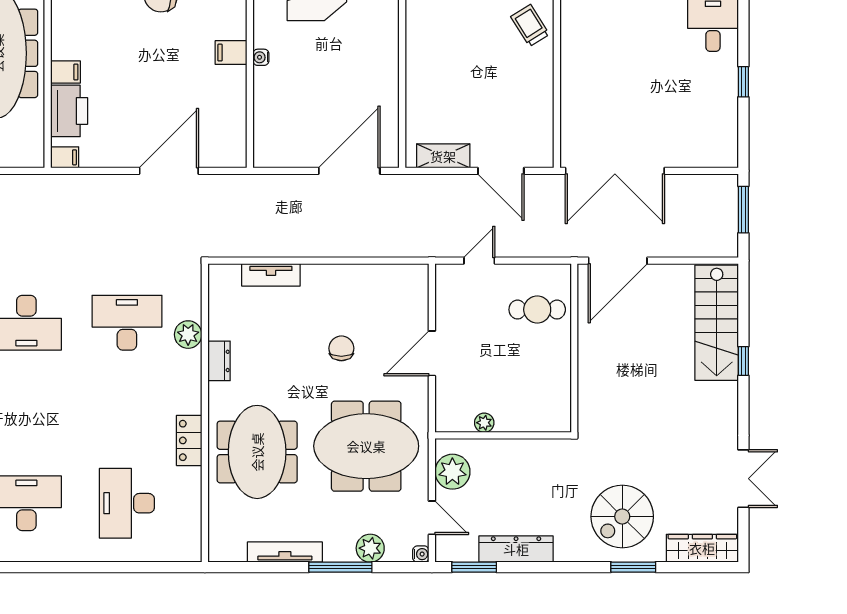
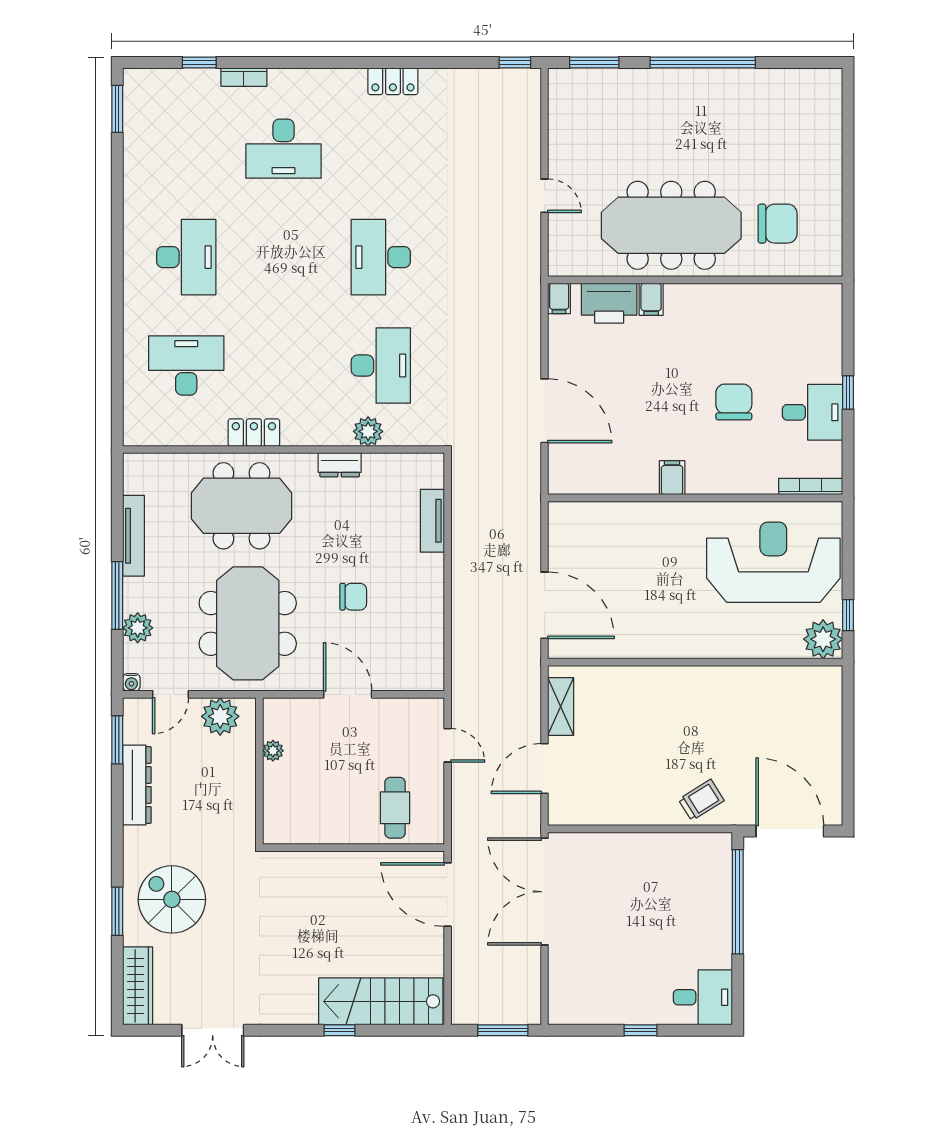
water cooler: (261, 57) -> (667, 510), removed

